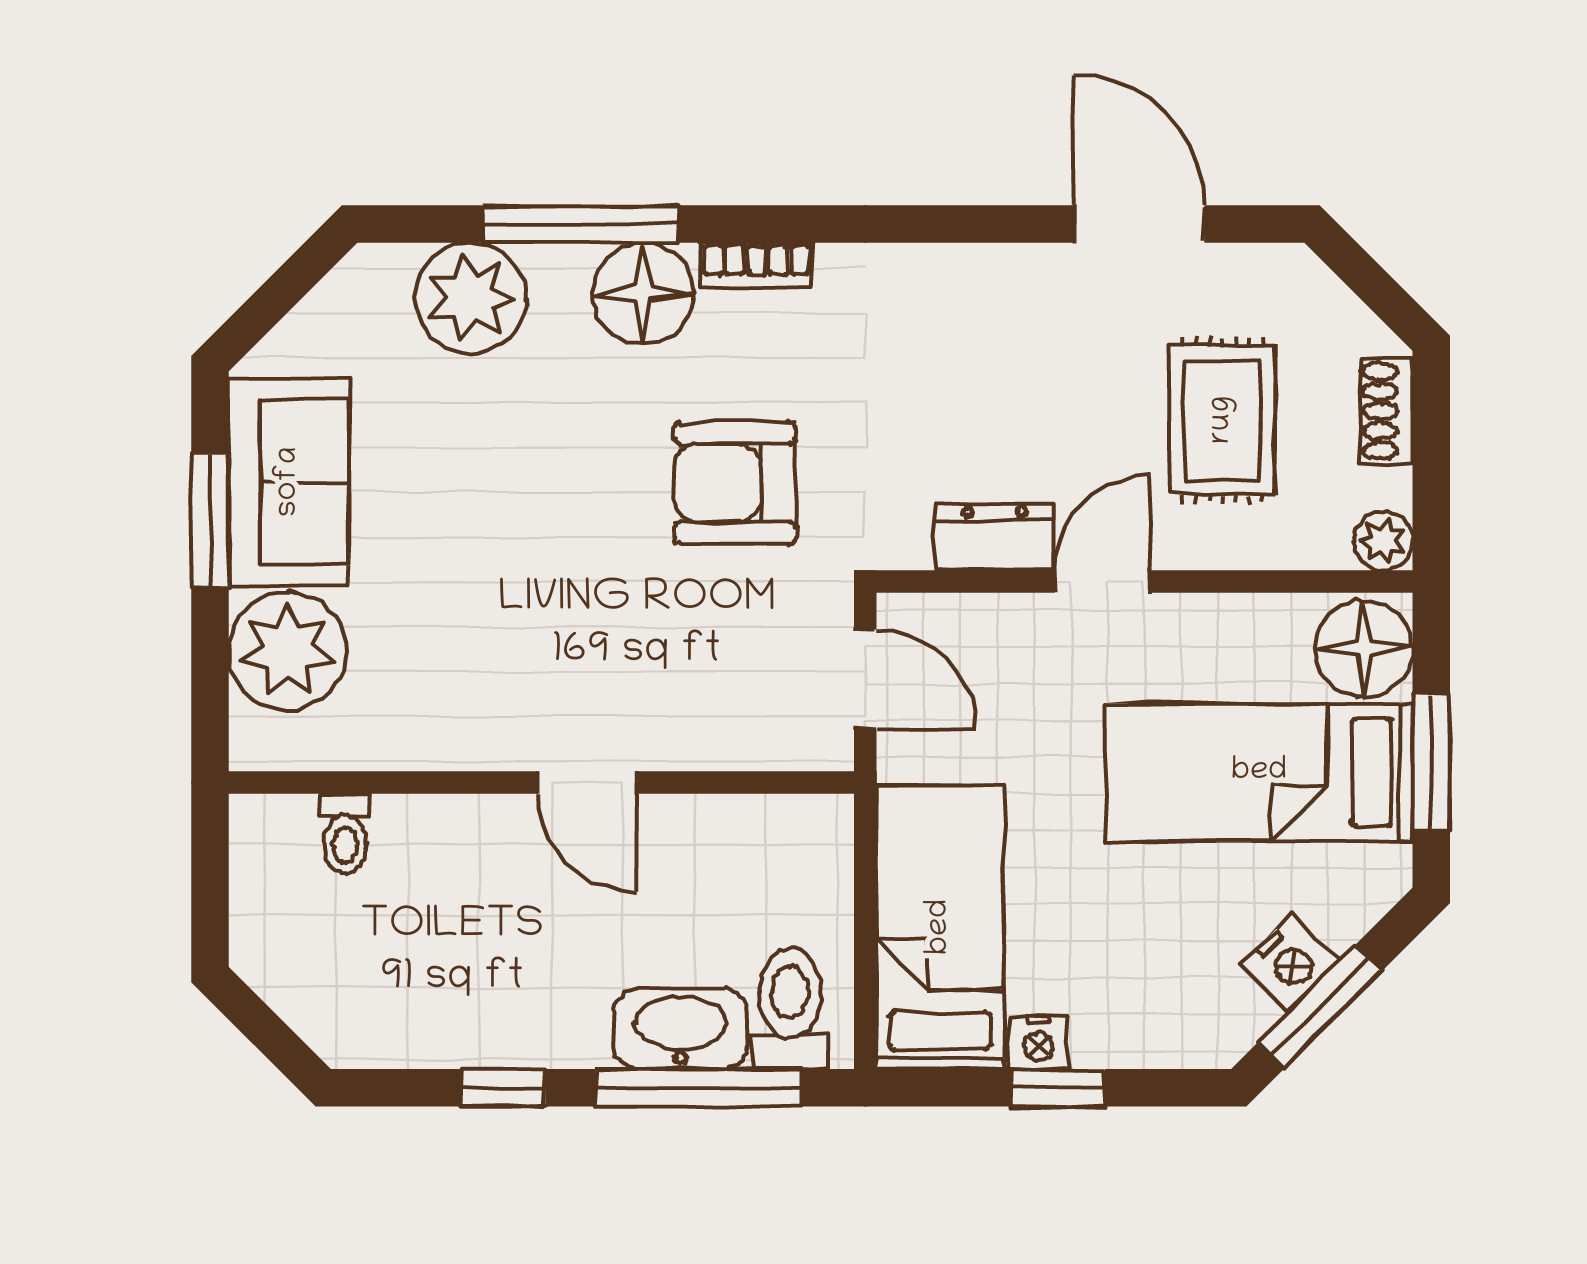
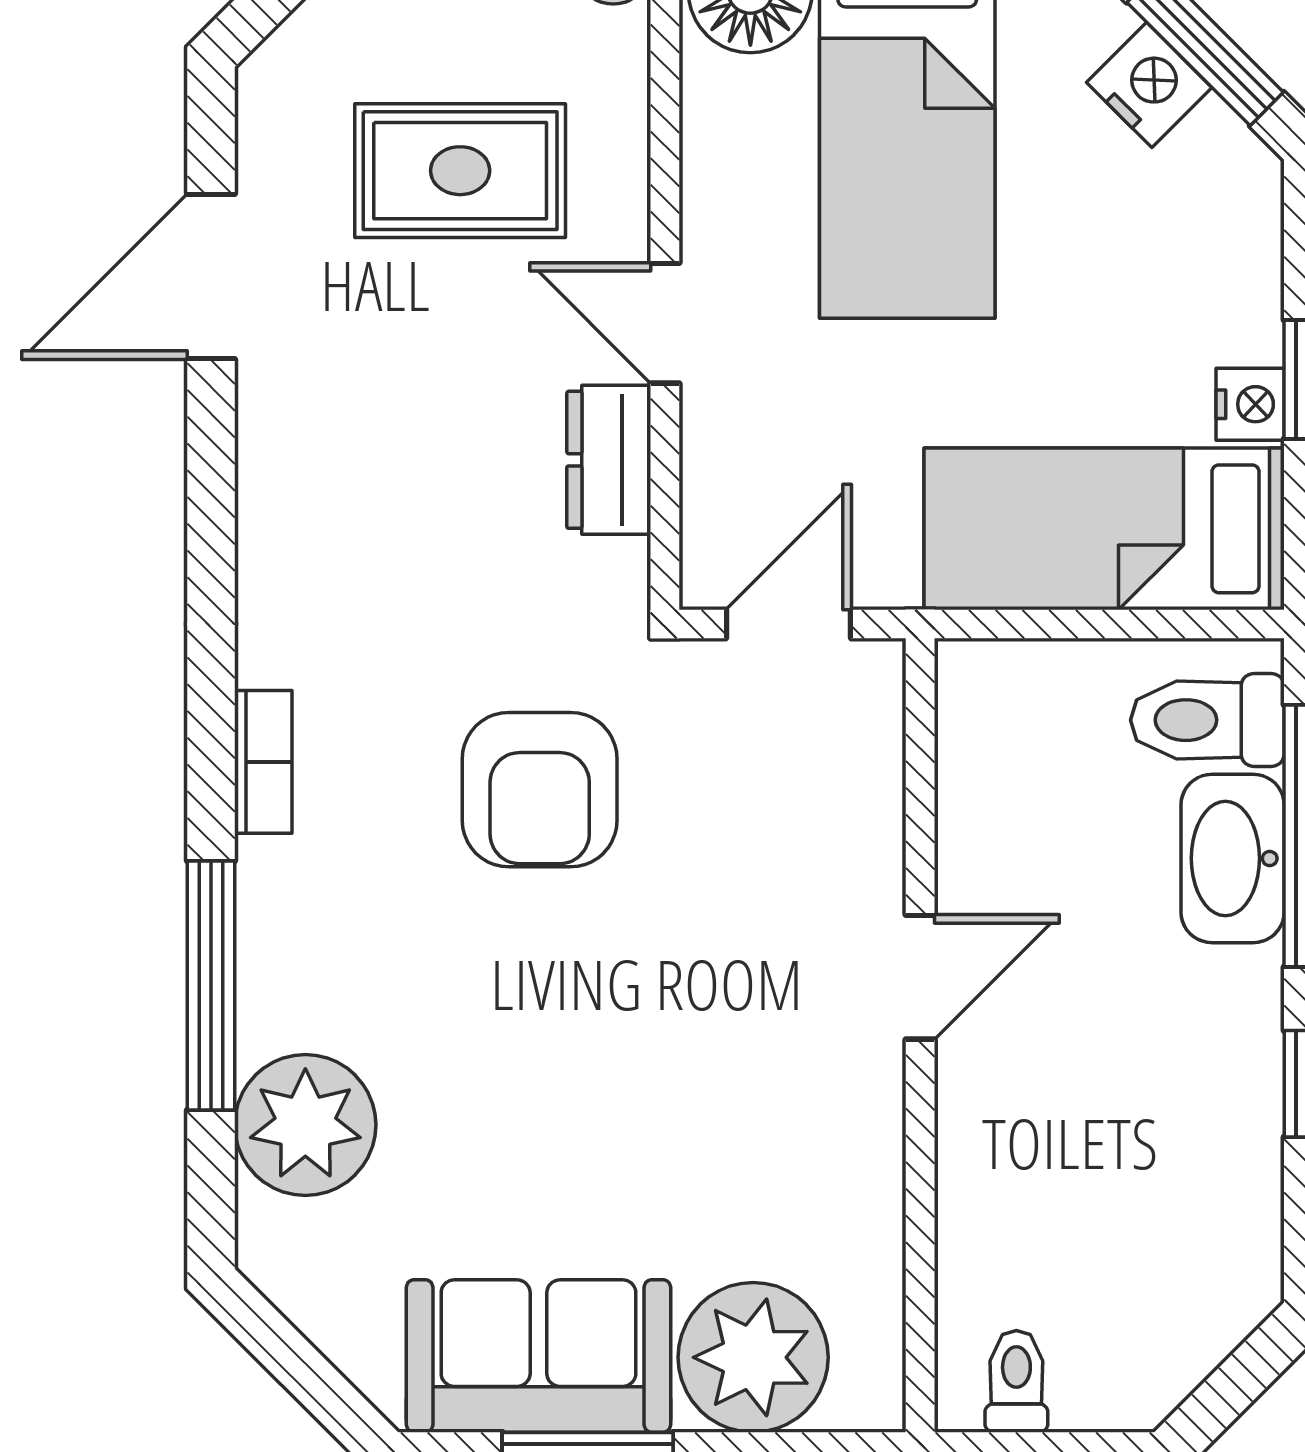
floor lamp: (644, 294) -> (299, 906), removed
toilet: (345, 834) -> (1016, 1381), moved, turned -90

